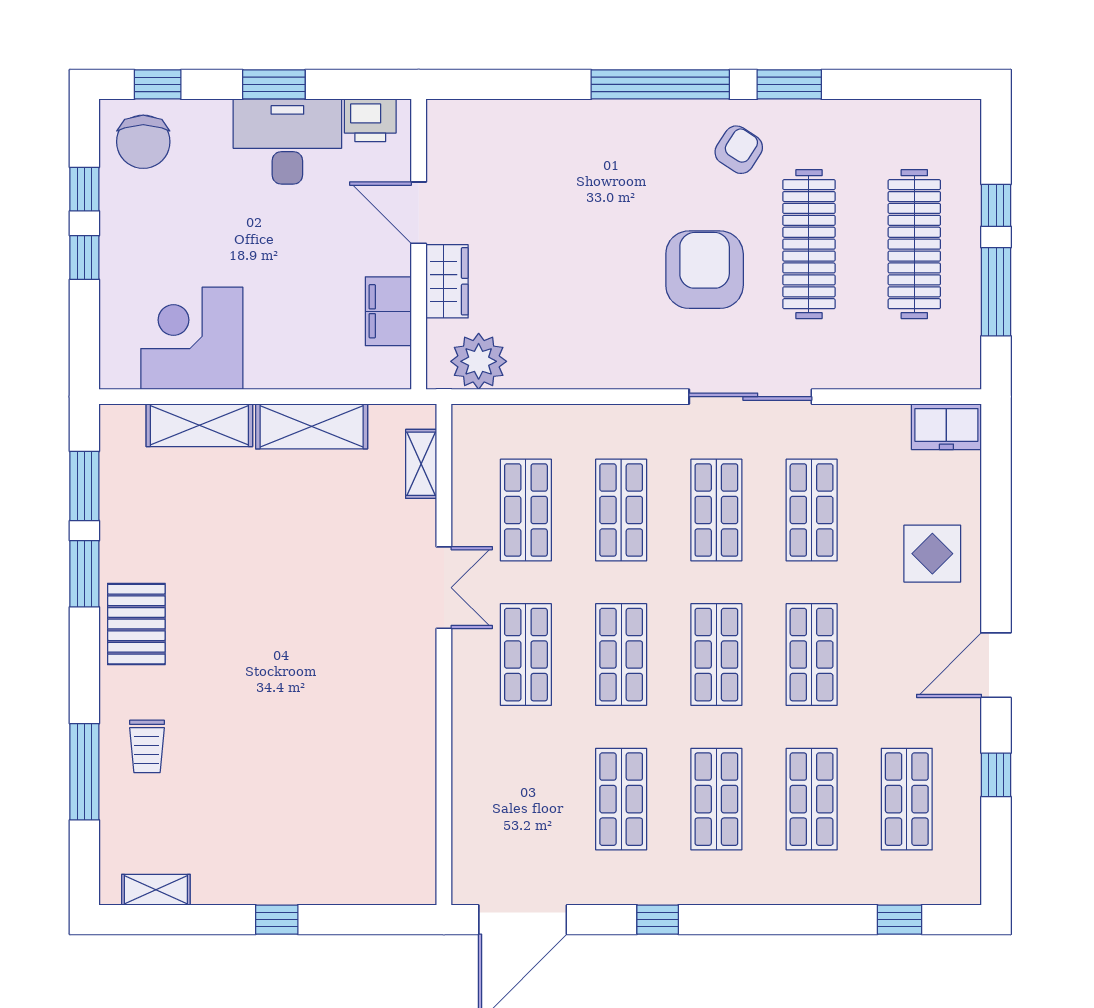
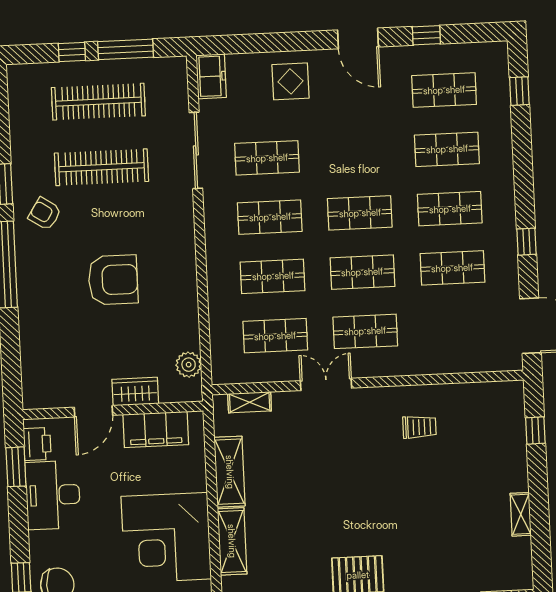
window: (274, 84) -> (16, 467), moved
armchair: (705, 270) -> (113, 280), moved, turned 180
filing cabinet: (388, 311) -> (156, 430), width x1.50, depth x1.17
corner desk: (192, 338) -> (166, 538), width x1.36, depth x1.36
plant: (479, 361) -> (189, 365), width x0.73, depth x0.73
sliding door: (750, 397) -> (196, 150), moved
shop shelf: (812, 655) -> (357, 154), removed
trolley: (147, 746) -> (419, 427), moved
shelving: (156, 890) -> (521, 514), moved
window: (277, 920) -> (535, 430), moved

